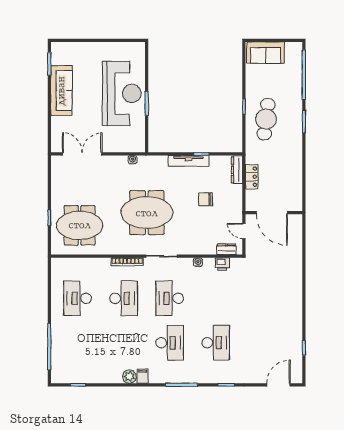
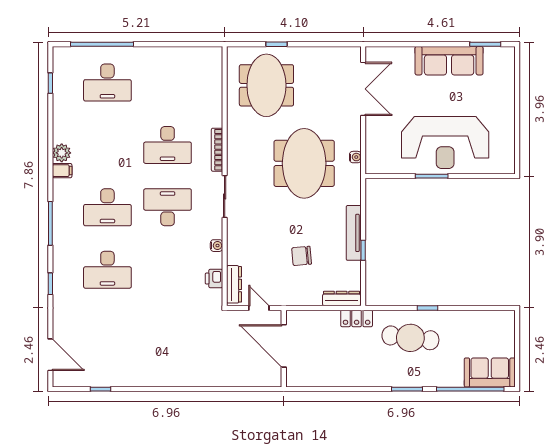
sofa: (266, 53) -> (490, 372), moved, turned 90
locker: (252, 177) -> (357, 318), moved
chair: (206, 199) -> (302, 256), turned -95
meeting table: (147, 213) -> (304, 163), moved
door: (272, 213) -> (284, 346), hinge flipped
door: (244, 231) -> (259, 308), hinge flipped
dresser: (227, 249) -> (234, 284), width x1.44
desk: (78, 298) -> (107, 83), moved, turned 180

